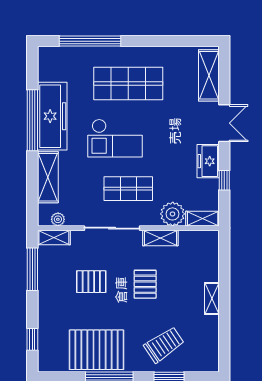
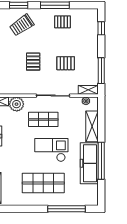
shelving: (160, 238) -> (24, 90), removed
pallet: (96, 350) -> (62, 22), width x0.49, depth x0.50

